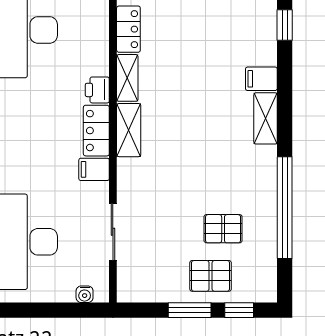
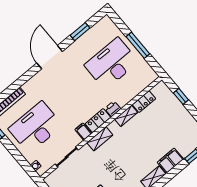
filing cabinet: (261, 79) -> (170, 161), width x2.00
shelving: (129, 130) -> (100, 139), moved

